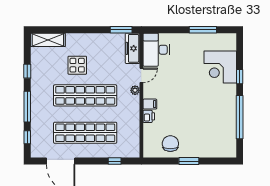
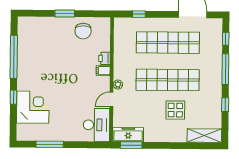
freezer: (133, 48) -> (128, 135), moved, turned -90

